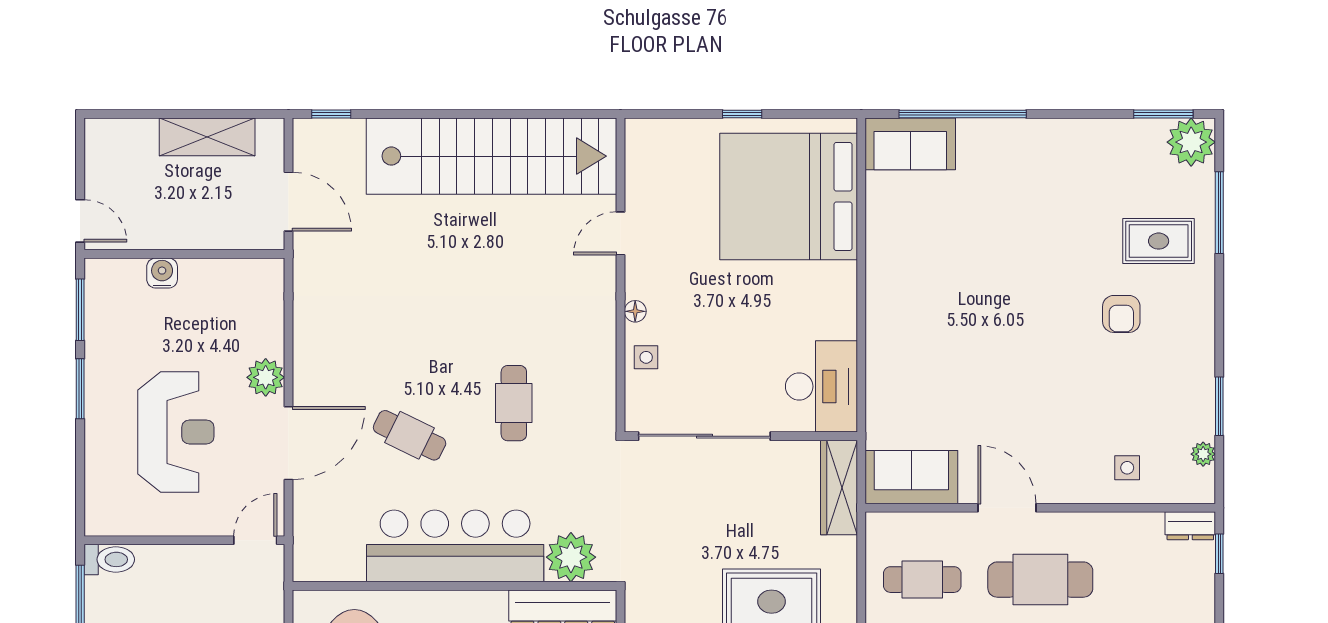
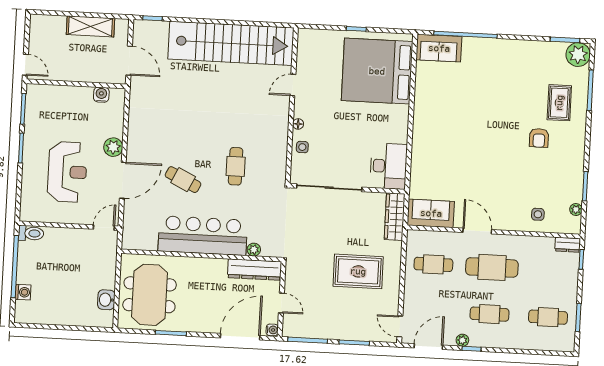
rug: (1159, 241) -> (559, 103), turned 90
water cooler: (162, 273) -> (101, 95), moved
plant: (571, 557) -> (254, 250), width x0.53, depth x0.53

